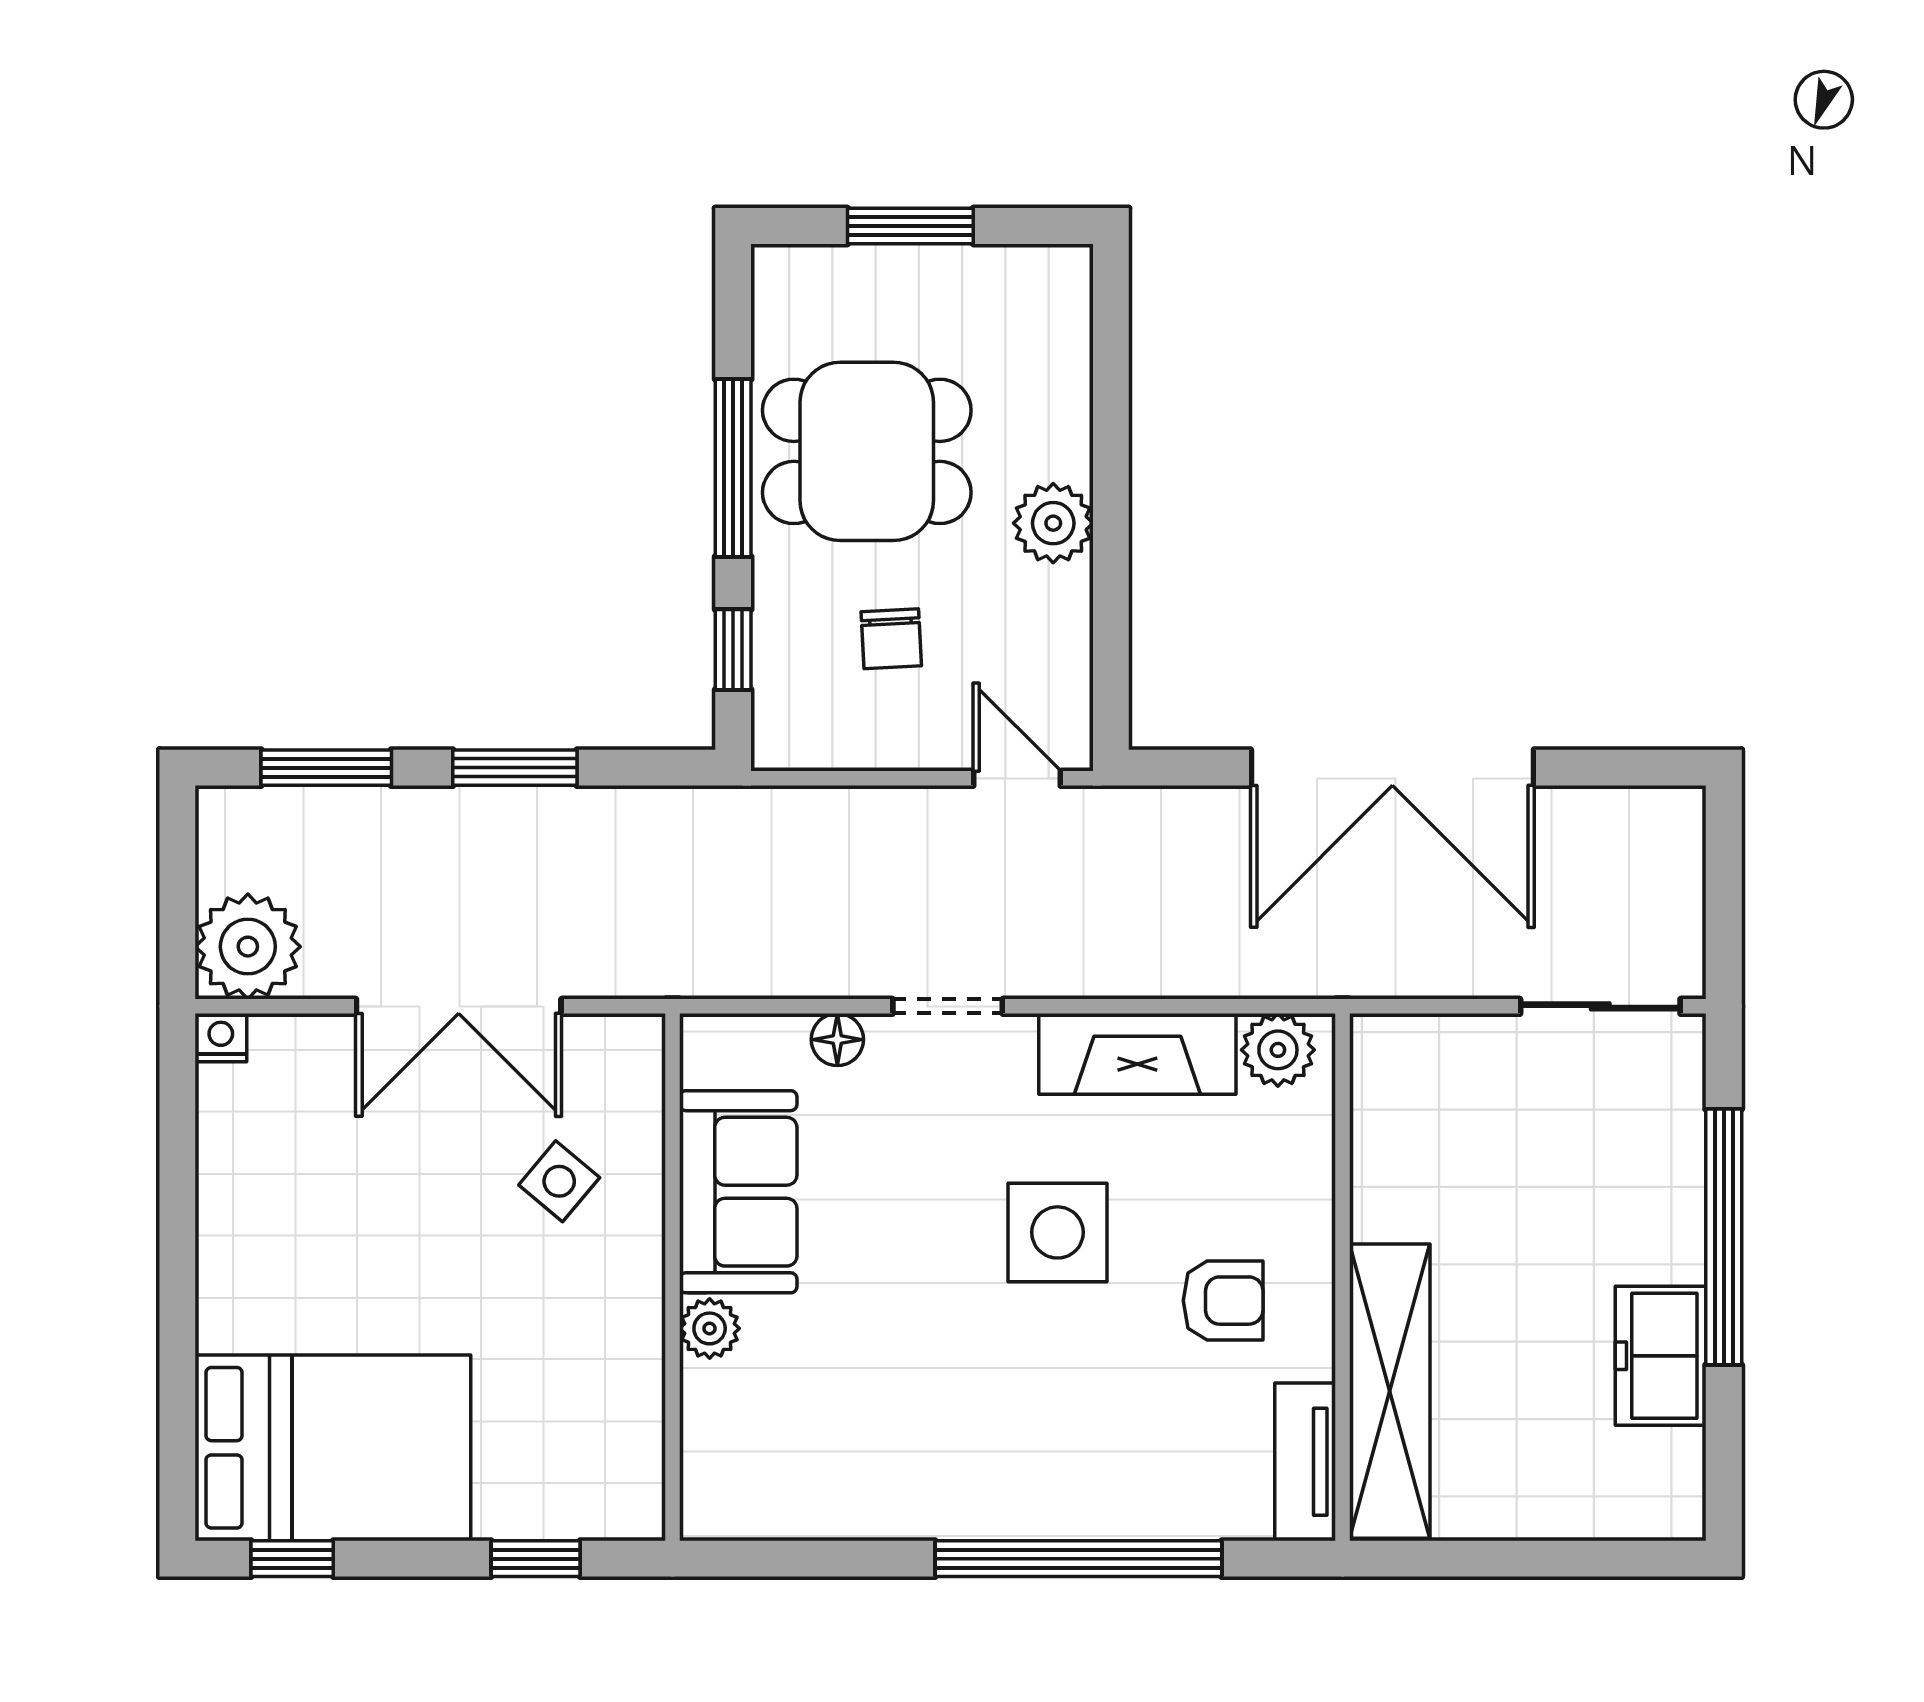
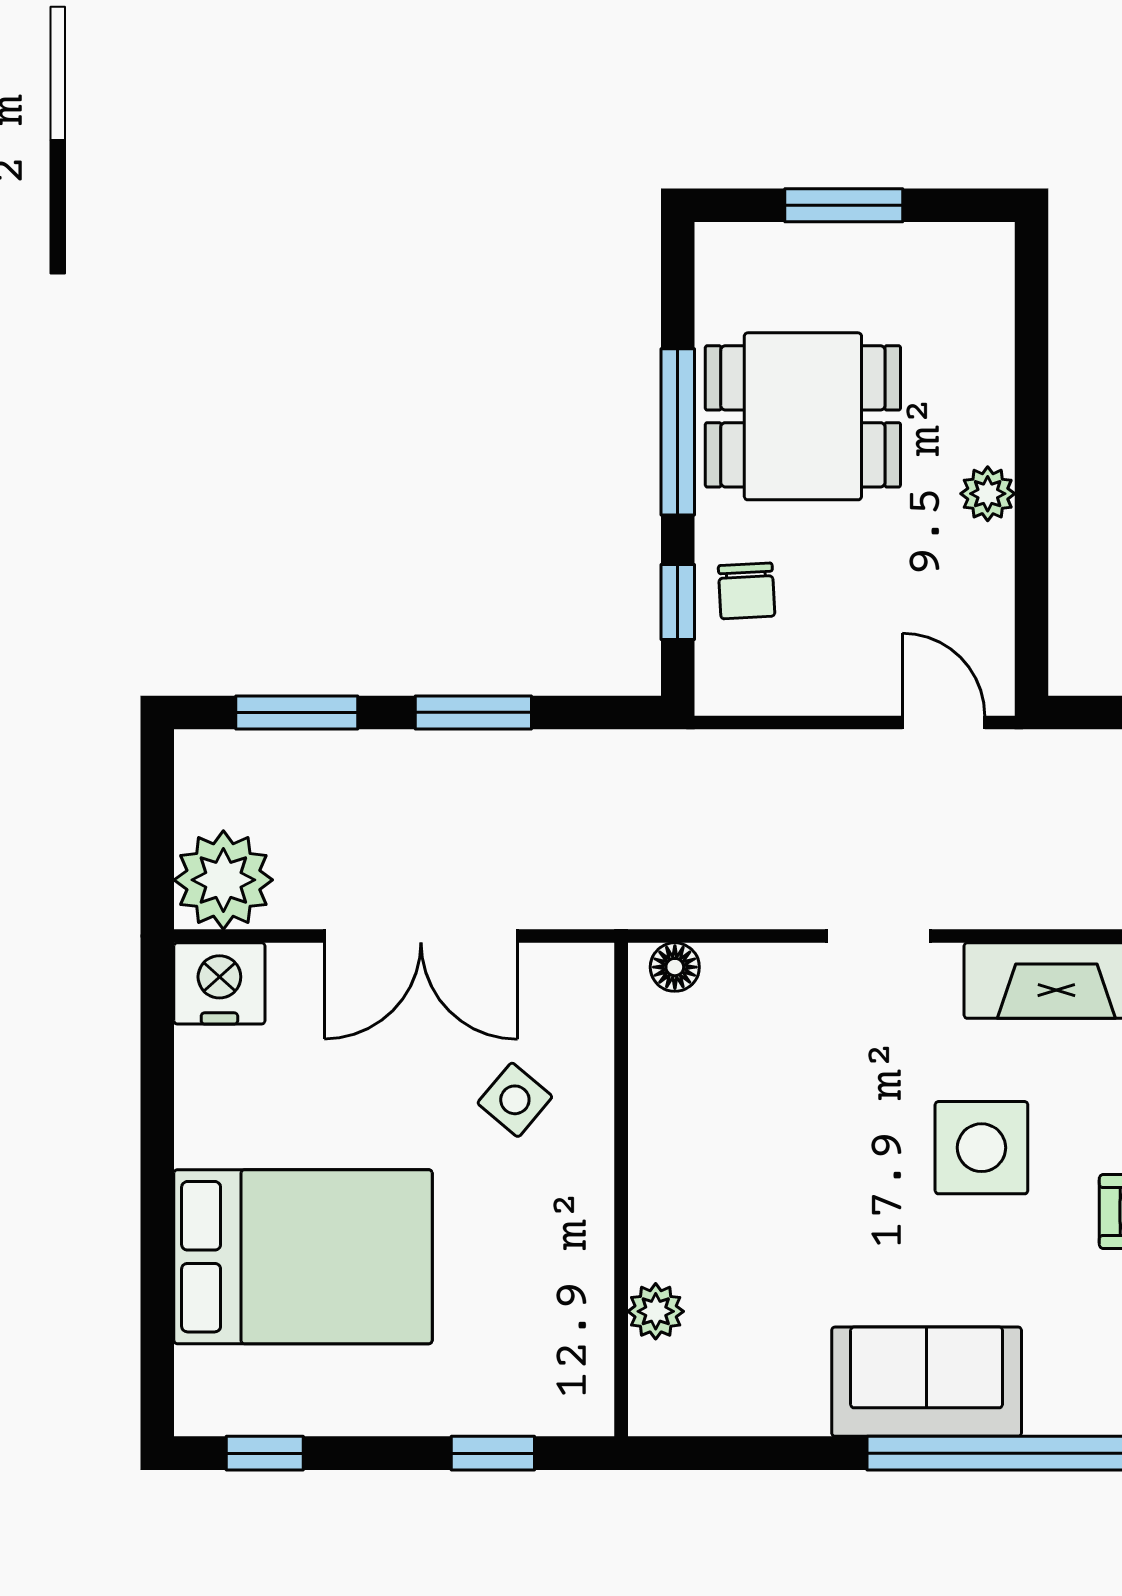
plant: (1053, 523) -> (988, 494), width x0.73, depth x0.73
chair: (891, 639) -> (747, 591), moved
nightstand: (221, 1038) -> (219, 983), width x1.89, depth x1.79
floor lamp: (837, 1040) -> (675, 967), moved
sofa: (738, 1192) -> (927, 1382), moved, turned -90
plant: (710, 1328) -> (656, 1311), moved
bed: (333, 1448) -> (303, 1257), moved

